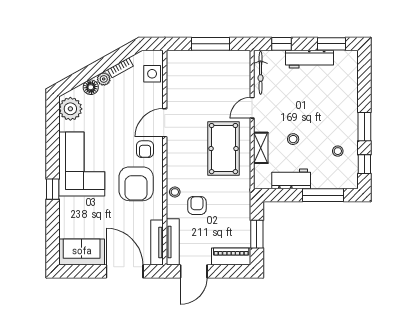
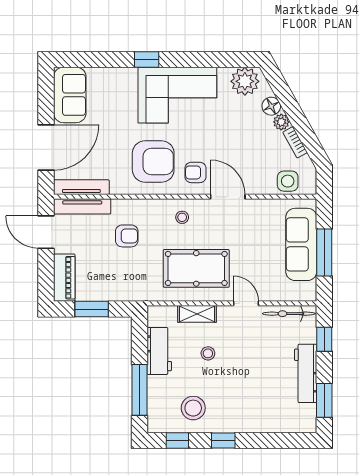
sofa: (204, 63) -> (301, 244), added
window: (364, 127) -> (223, 441), width x0.67
stool: (338, 151) -> (193, 408), width x1.89, depth x1.89
armchair: (136, 184) -> (153, 162), turned 180
stool: (175, 192) -> (182, 217), moved

